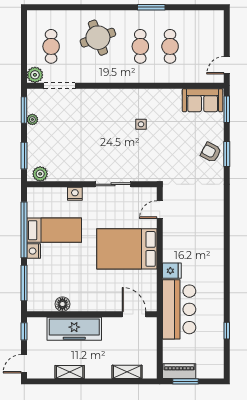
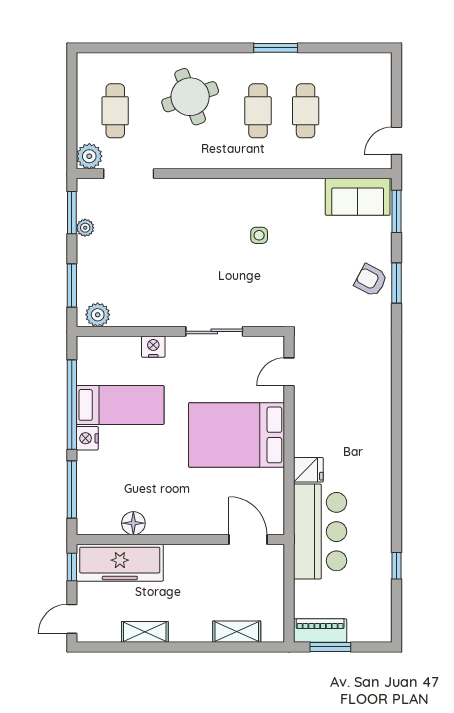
freezer: (74, 329) -> (120, 563), moved

